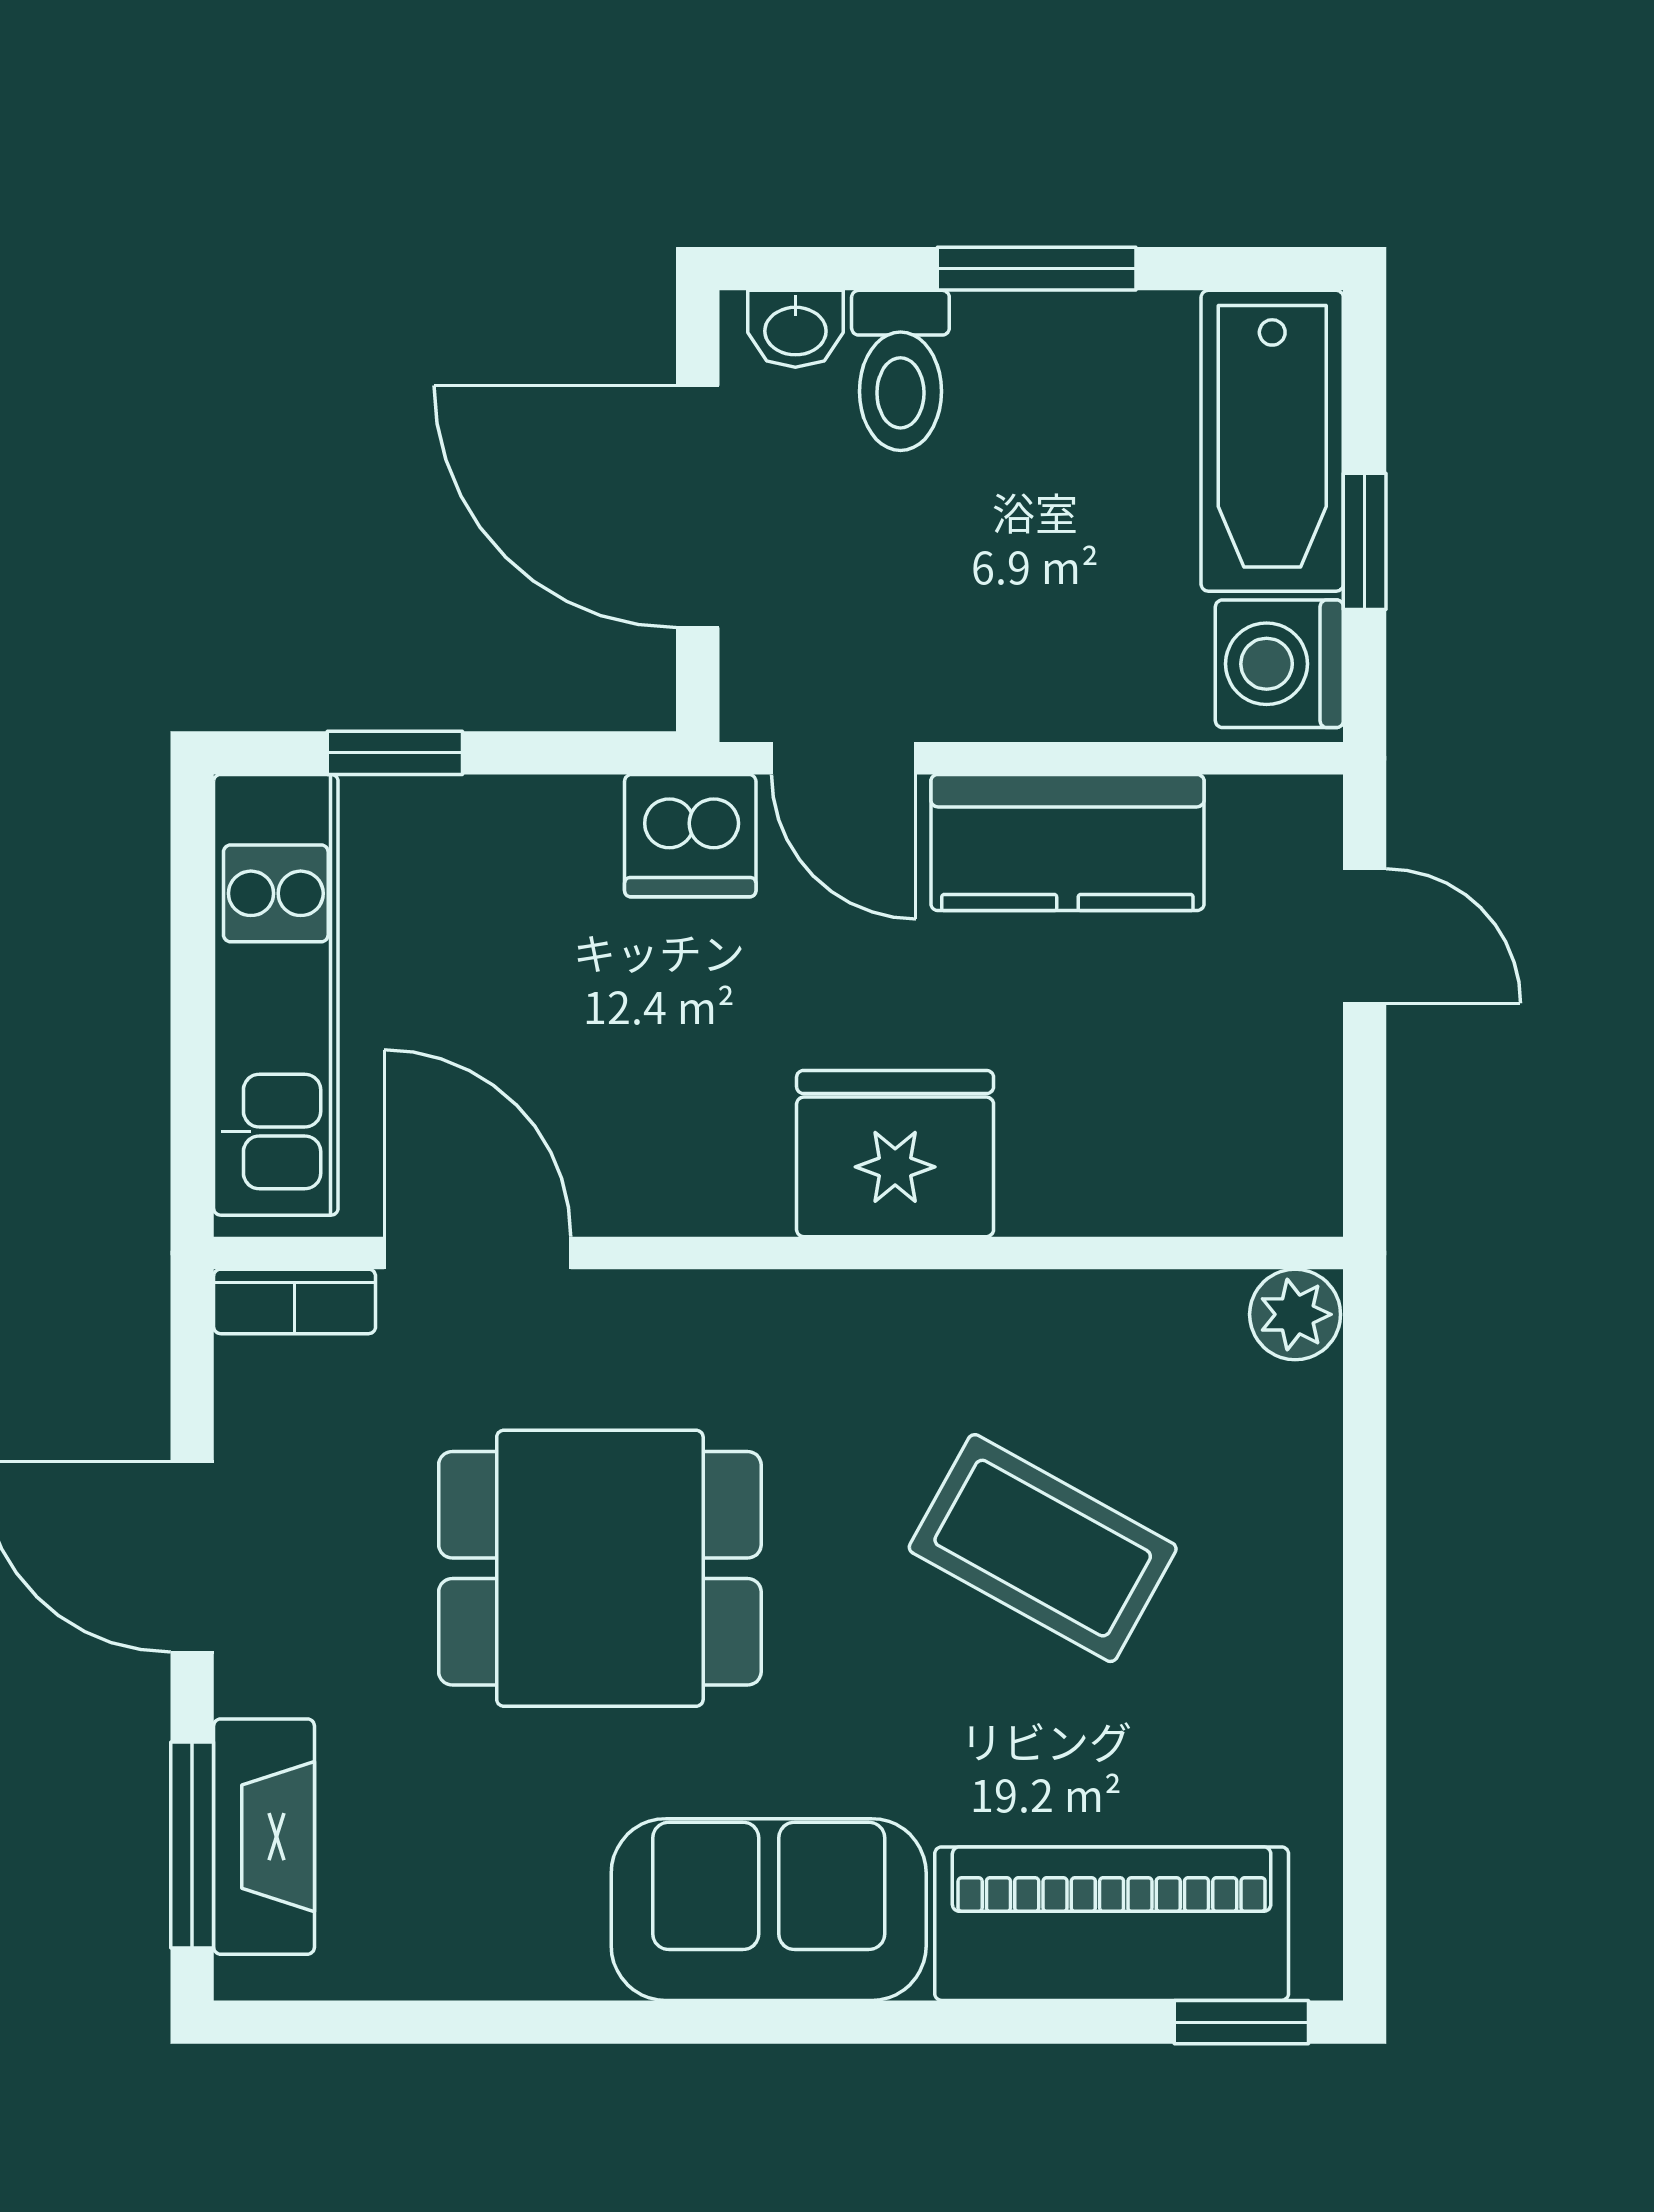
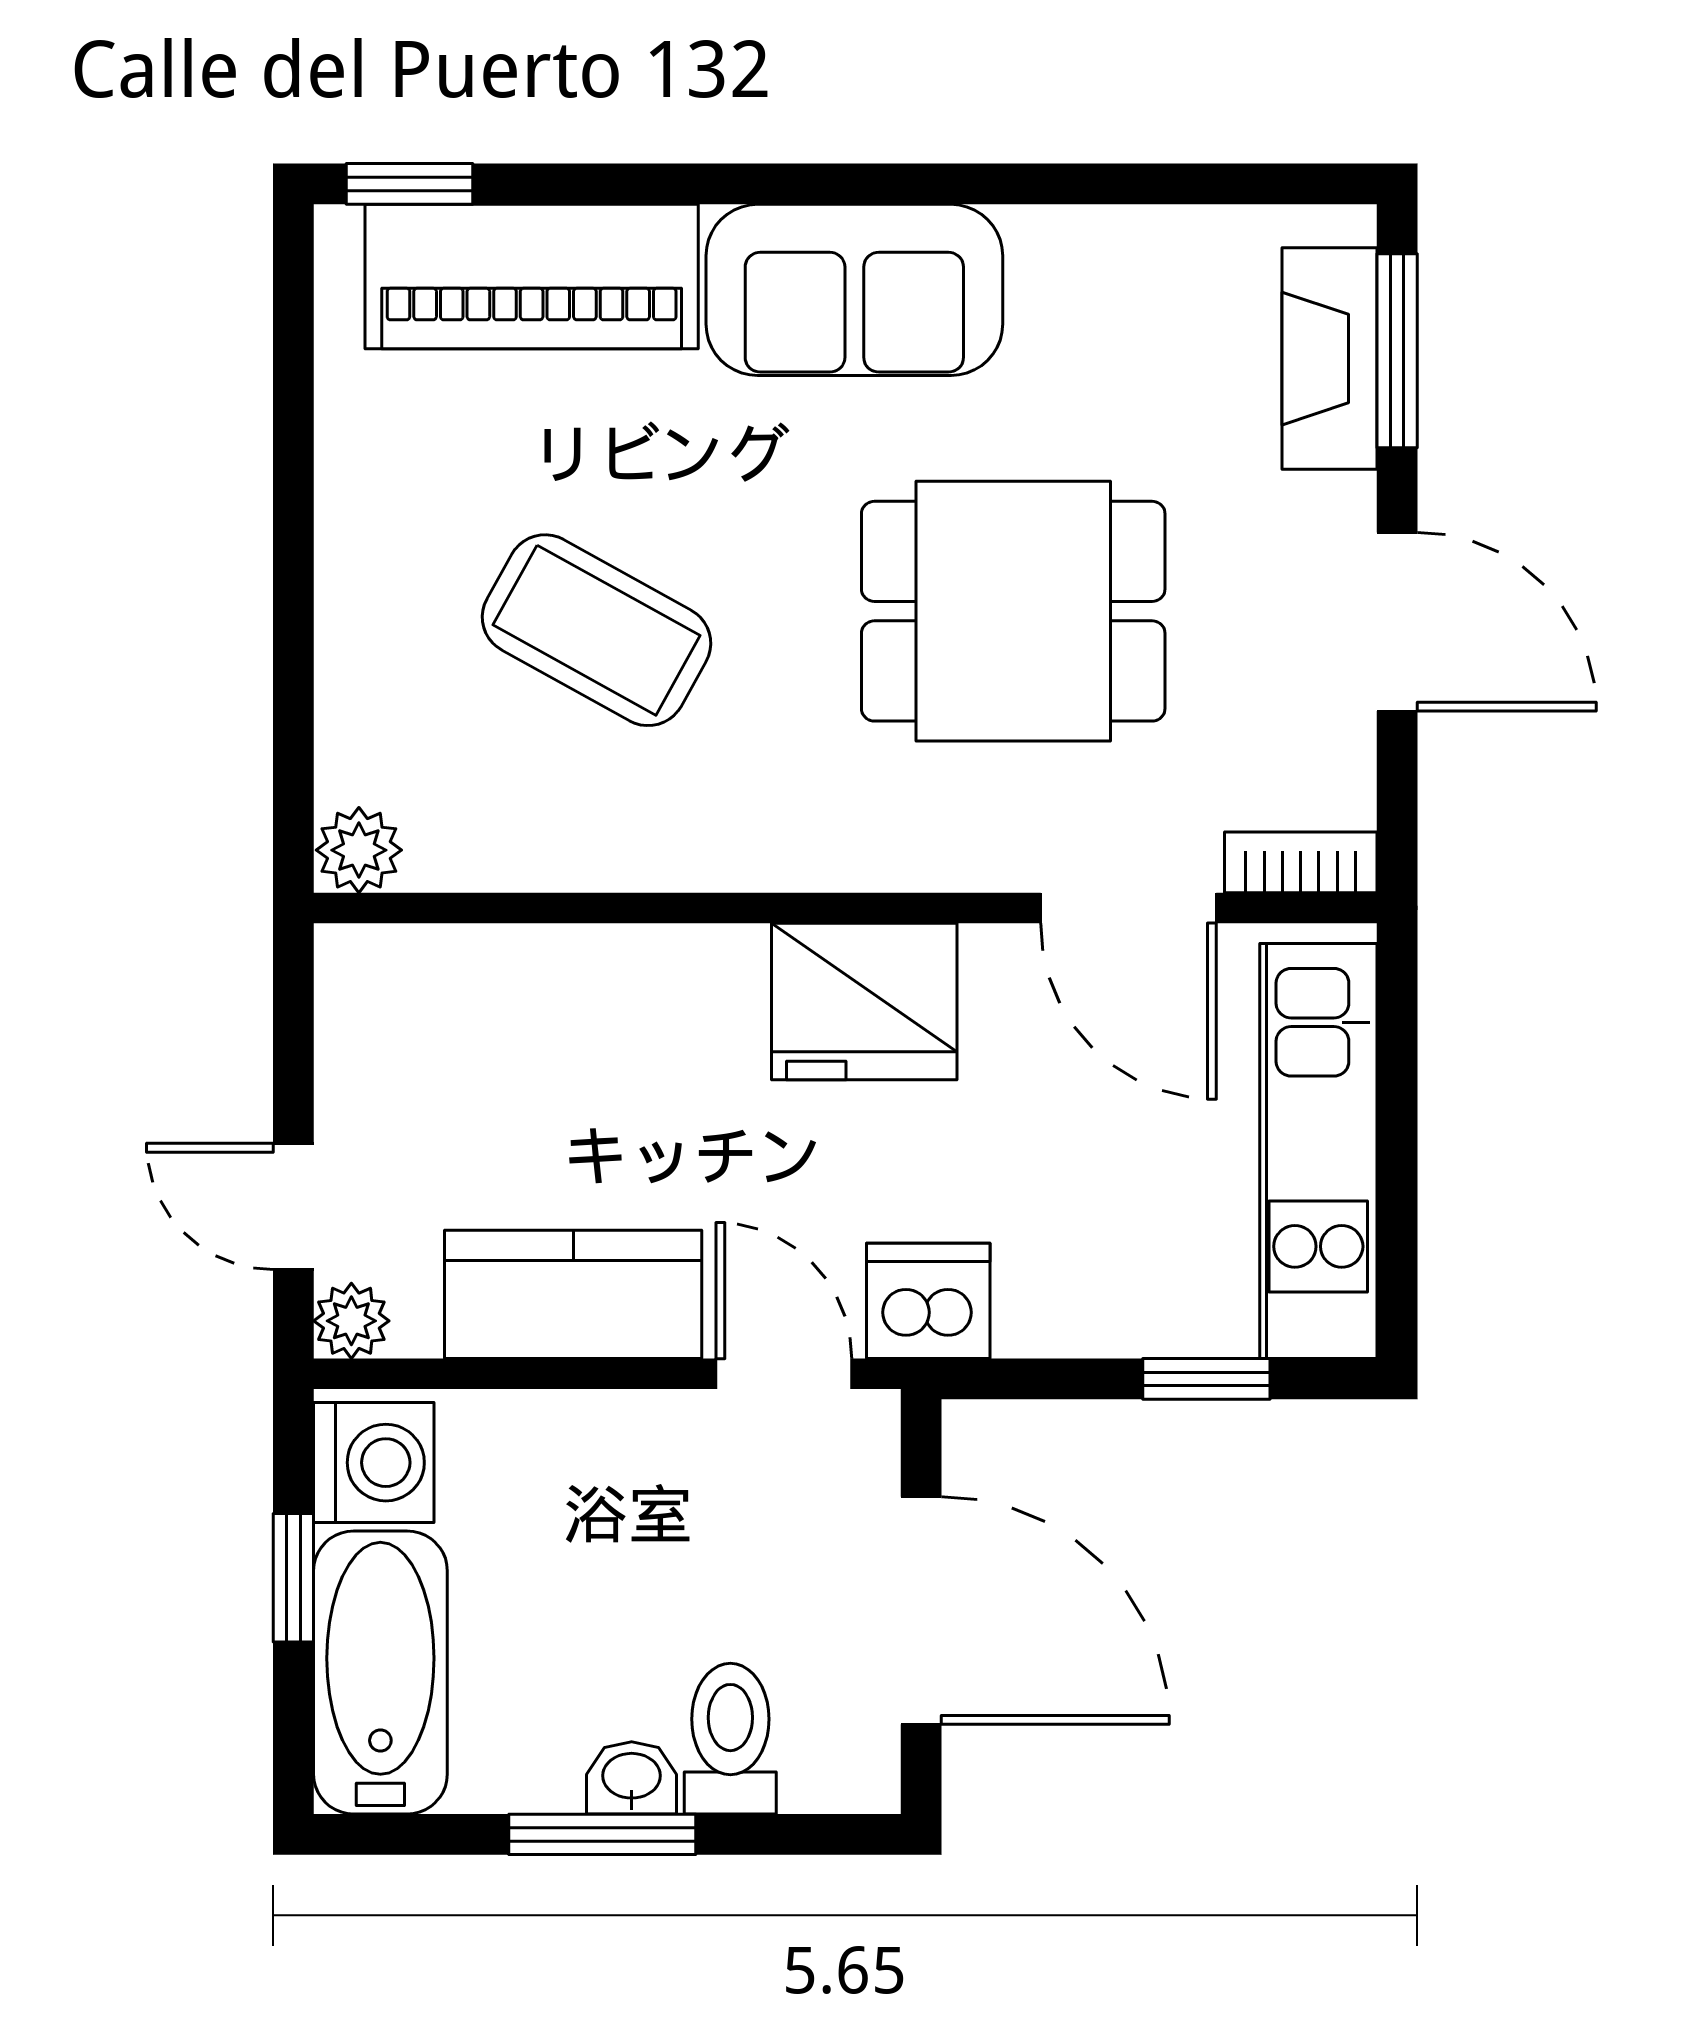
washbasin: (795, 329) -> (632, 1778), moved
plant: (1303, 814) -> (351, 1321), added
fridge: (895, 1154) -> (864, 1002), moved

